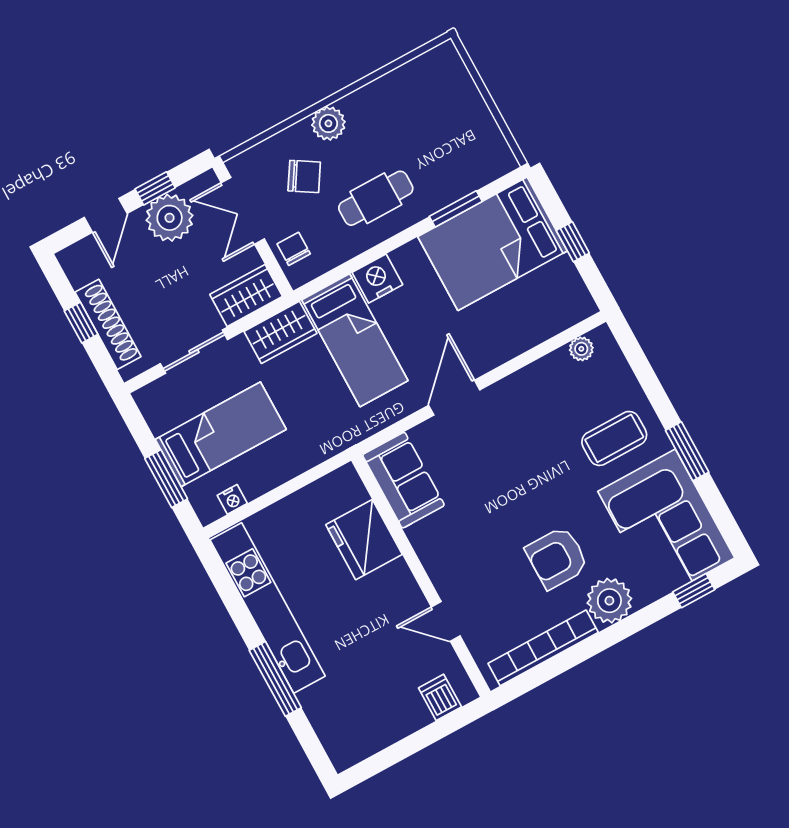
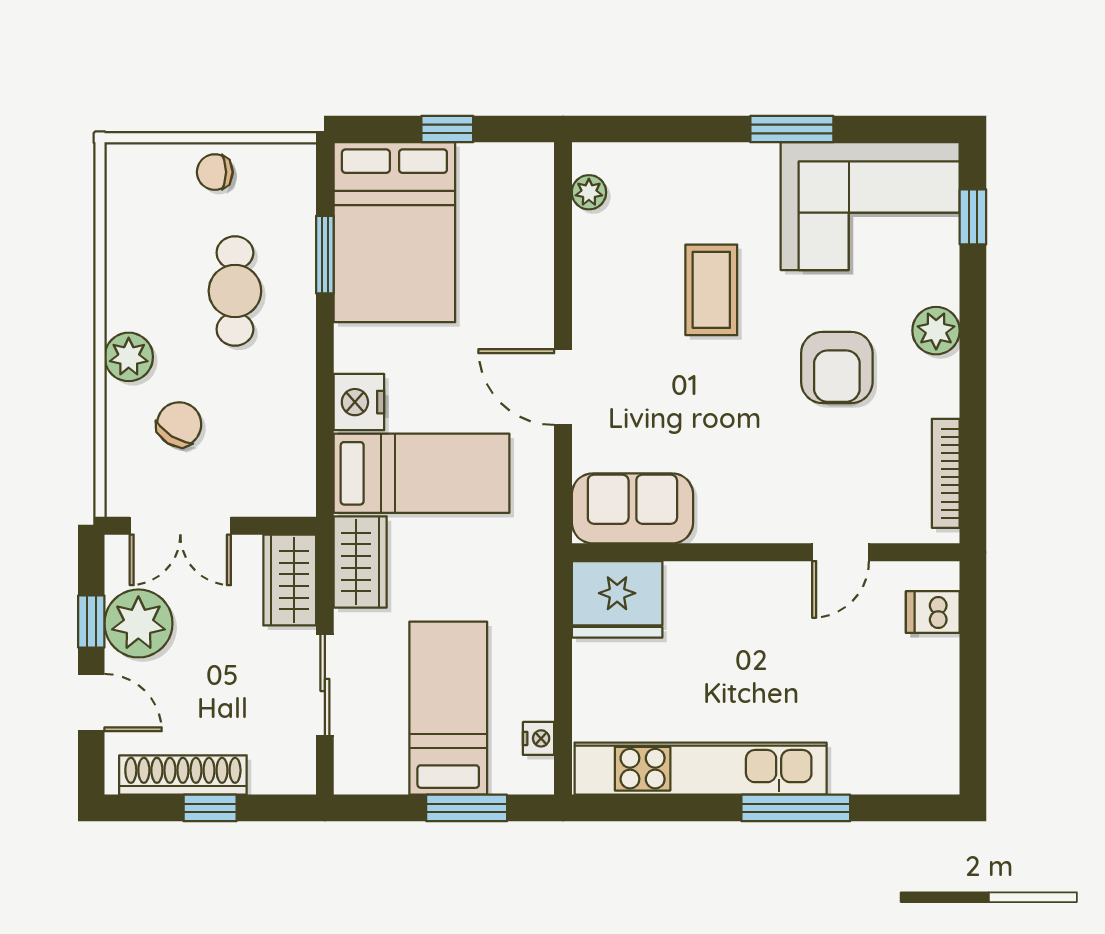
cafe table: (376, 198) -> (235, 291), moved
chair: (294, 249) -> (215, 172), moved
shoe rack: (108, 324) -> (183, 775), moved
coffee table: (614, 438) -> (711, 290), moved
fridge: (364, 540) -> (617, 599), moved
plant: (609, 601) -> (936, 331), width x0.73, depth x0.73
bookcase: (543, 648) -> (946, 473), width x0.68, depth x0.76

